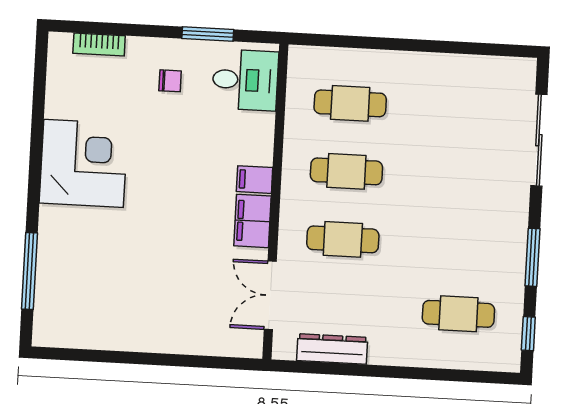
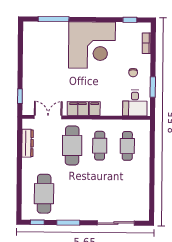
window: (40, 83) -> (130, 20), added
corner desk: (83, 163) -> (92, 45), width x1.36, depth x1.36
cafe table: (343, 239) -> (72, 145), width x1.37, depth x1.35
cafe table: (458, 314) -> (44, 194), width x1.37, depth x1.35
window: (216, 362) -> (20, 96), added

